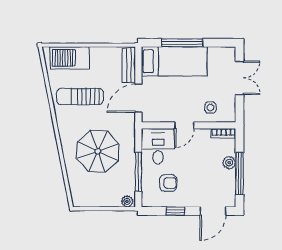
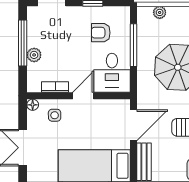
floor lamp: (230, 117) -> (33, 105), added
bookcase: (224, 133) -> (55, 87), moved
plant: (127, 201) -> (160, 12), moved

